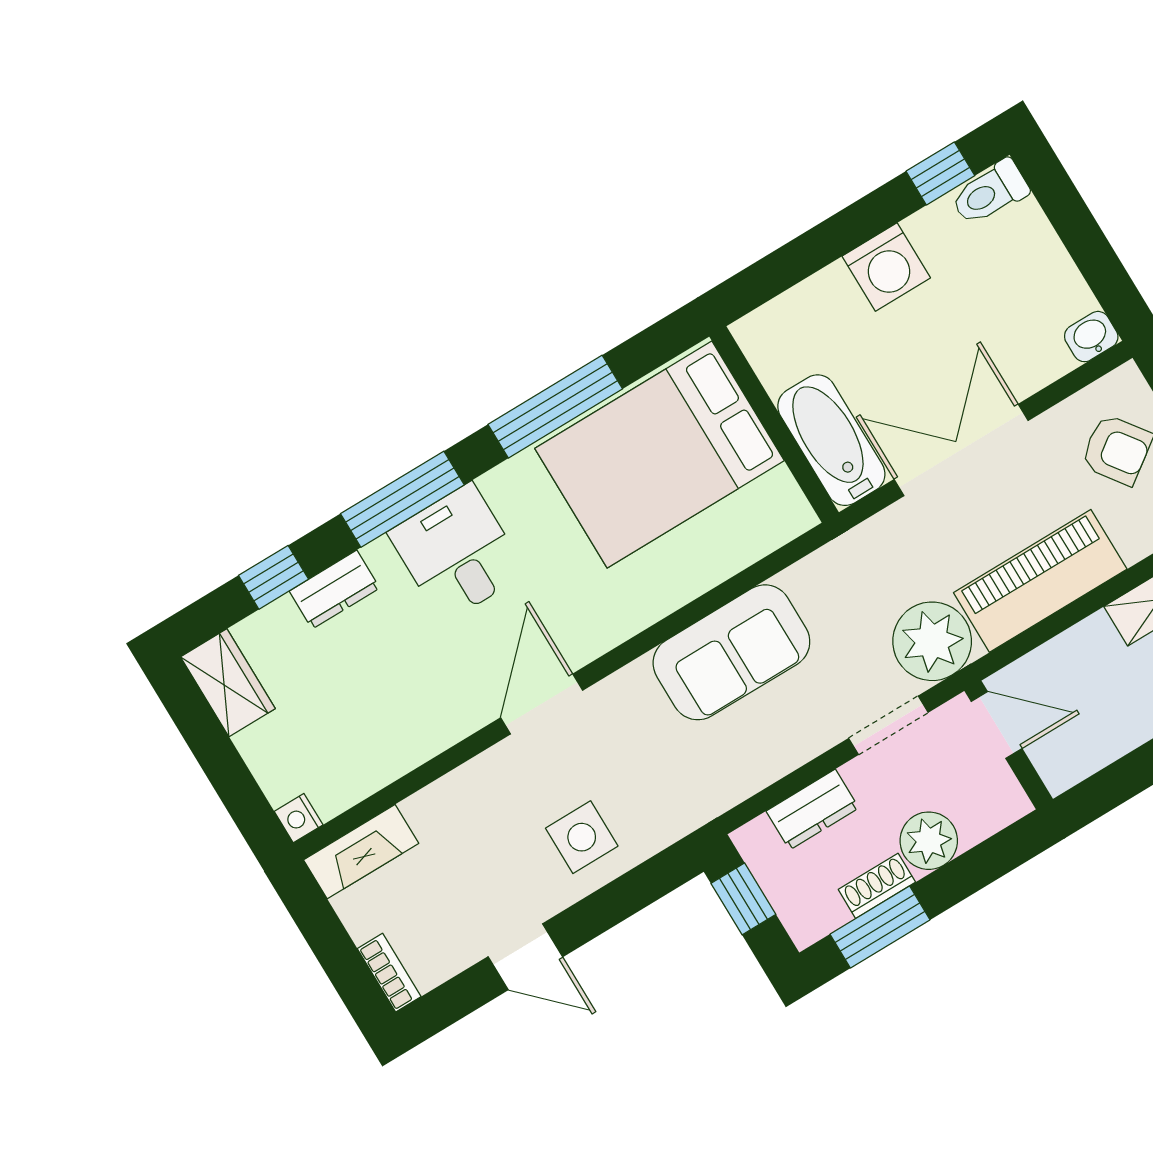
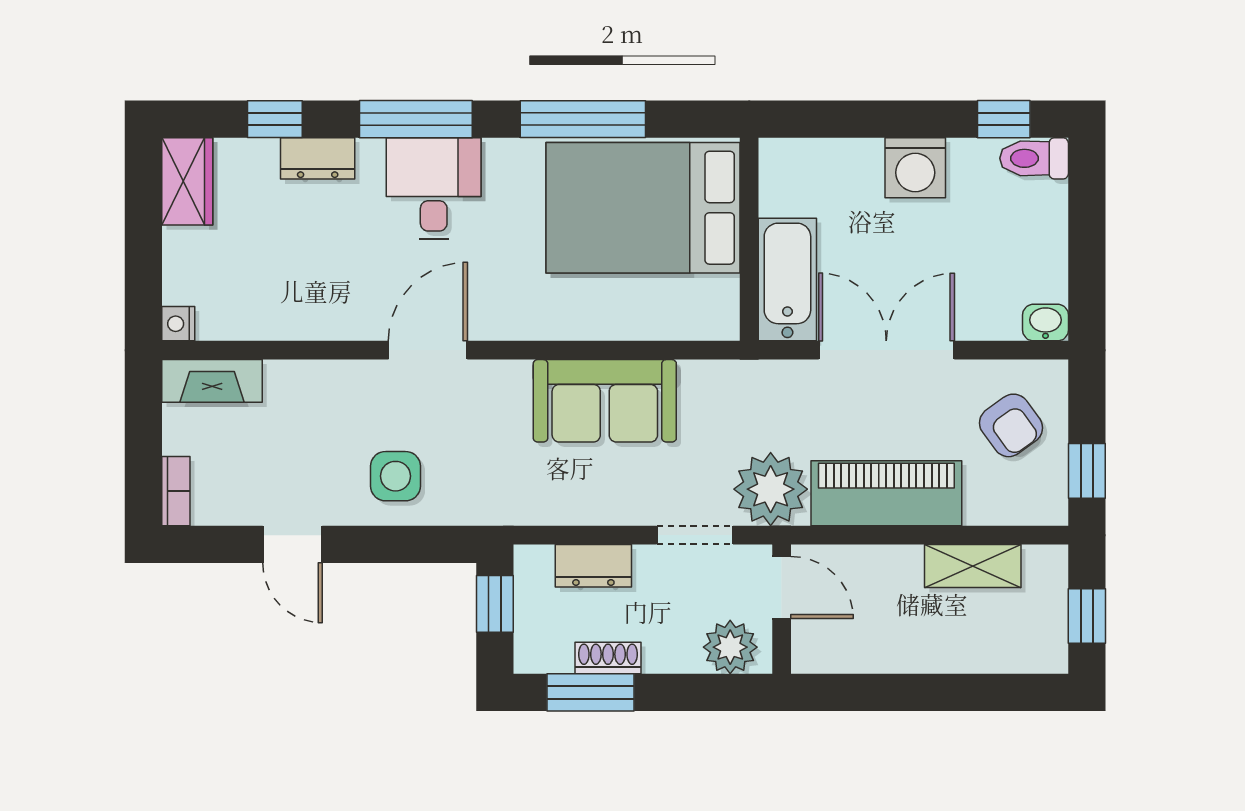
plant: (929, 841) -> (730, 647), moved

